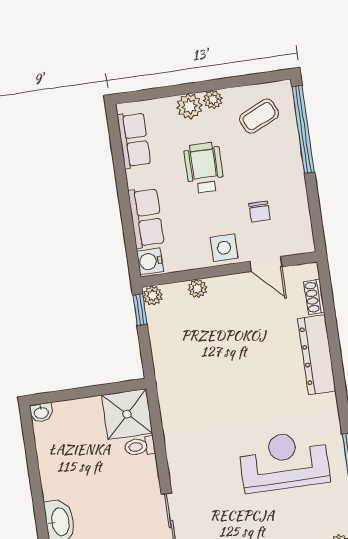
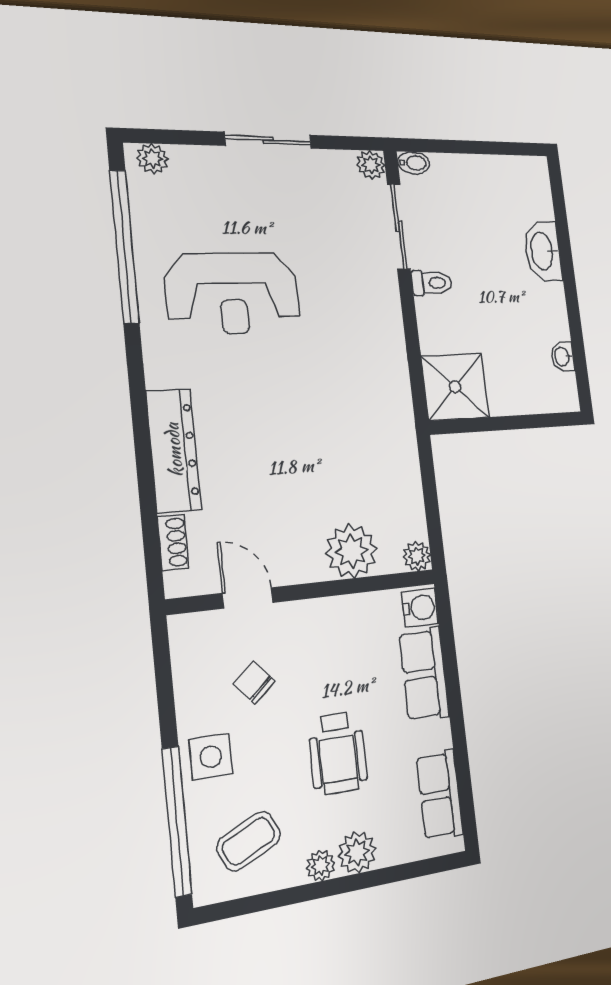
chair: (260, 212) -> (254, 683), turned -41
side table: (224, 248) -> (211, 757), moved
plant: (197, 289) -> (351, 551), width x1.88, depth x1.88
window: (140, 310) -> (435, 536), removed
washbasin: (41, 412) -> (562, 356), moved, turned -90
toilet: (140, 446) -> (432, 283), moved

